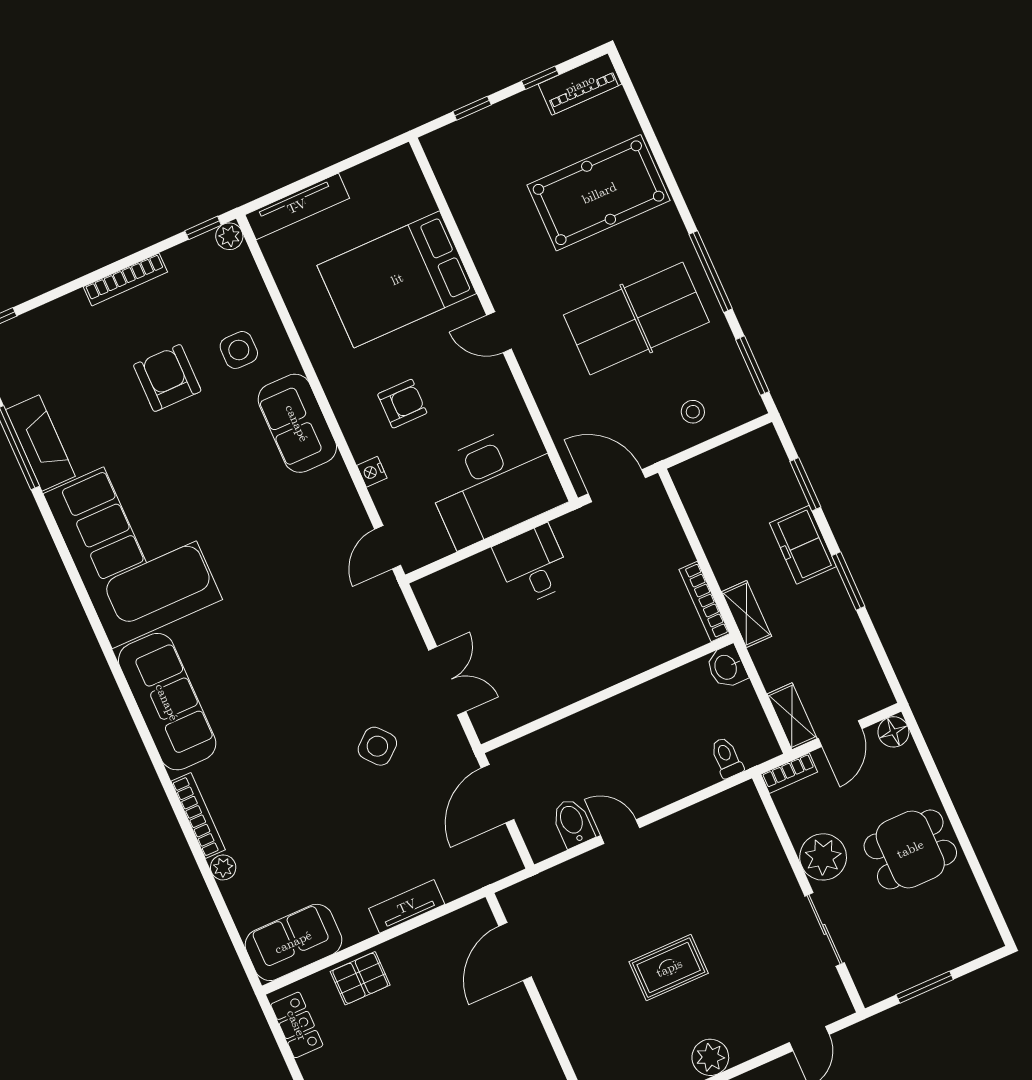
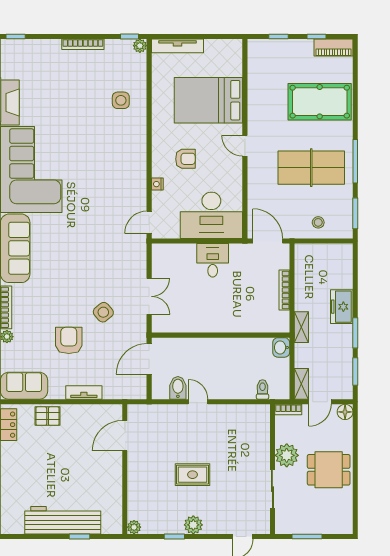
armchair: (167, 378) -> (69, 340), moved
sofa: (297, 423) -> (133, 146), removed
window: (805, 484) -> (355, 371), moved
bookcase: (704, 602) -> (284, 290), moved

